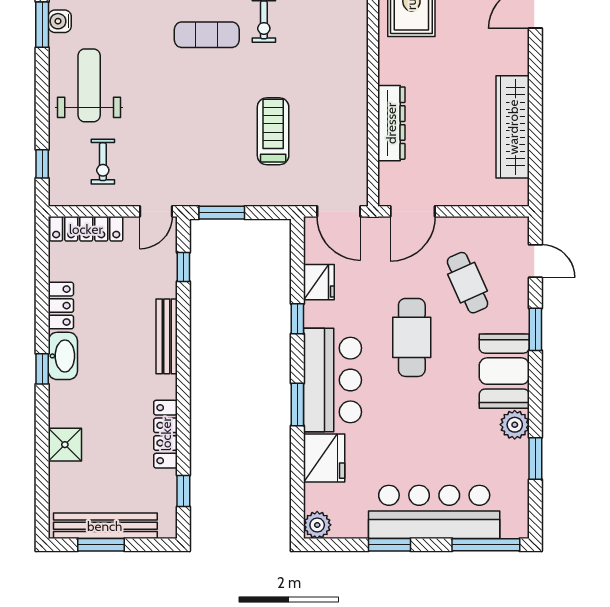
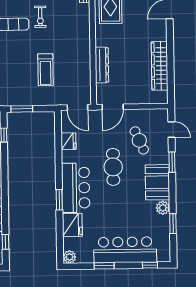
treadmill: (273, 131) -> (46, 70), turned 180
window: (297, 319) -> (59, 159), removed
window: (486, 545) -> (150, 265), width x0.46

